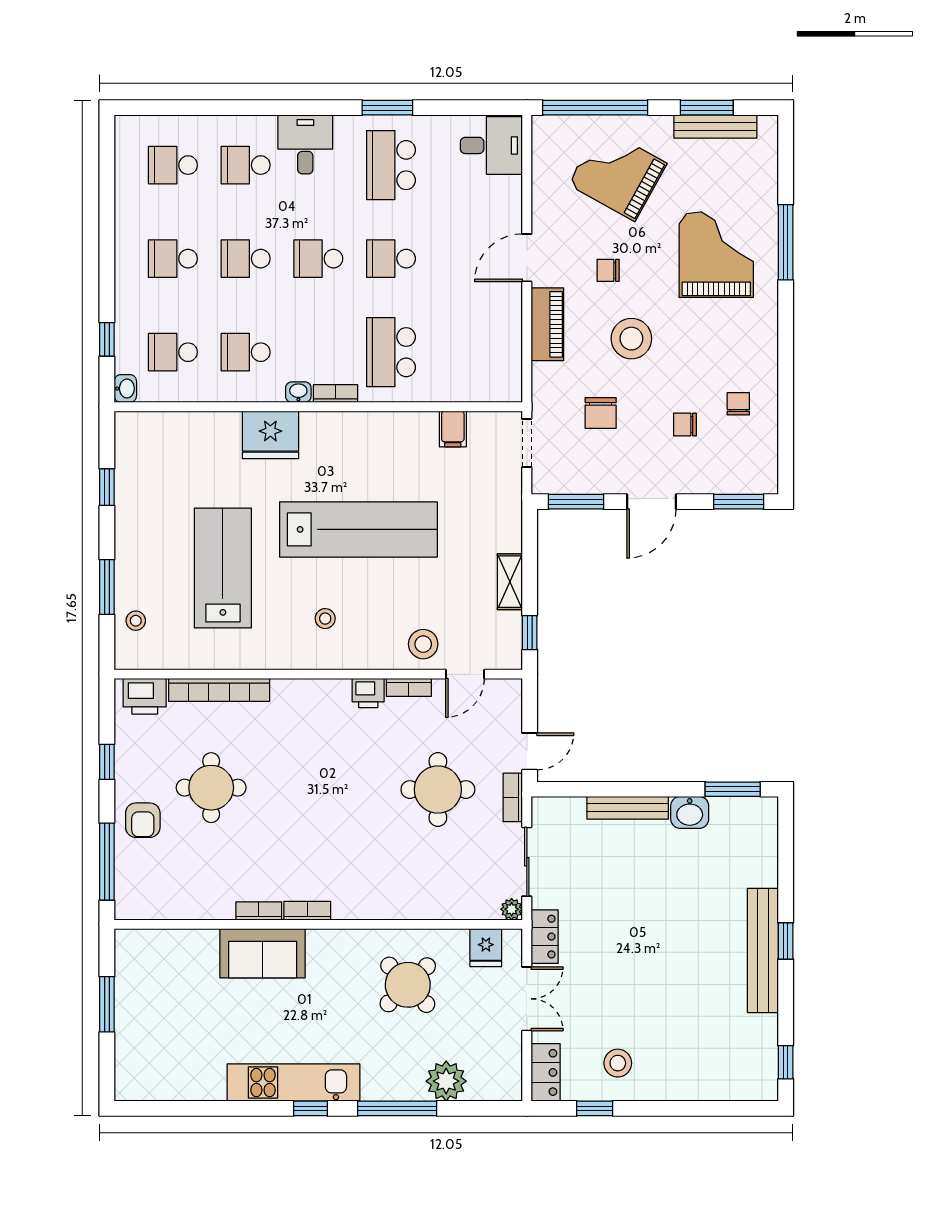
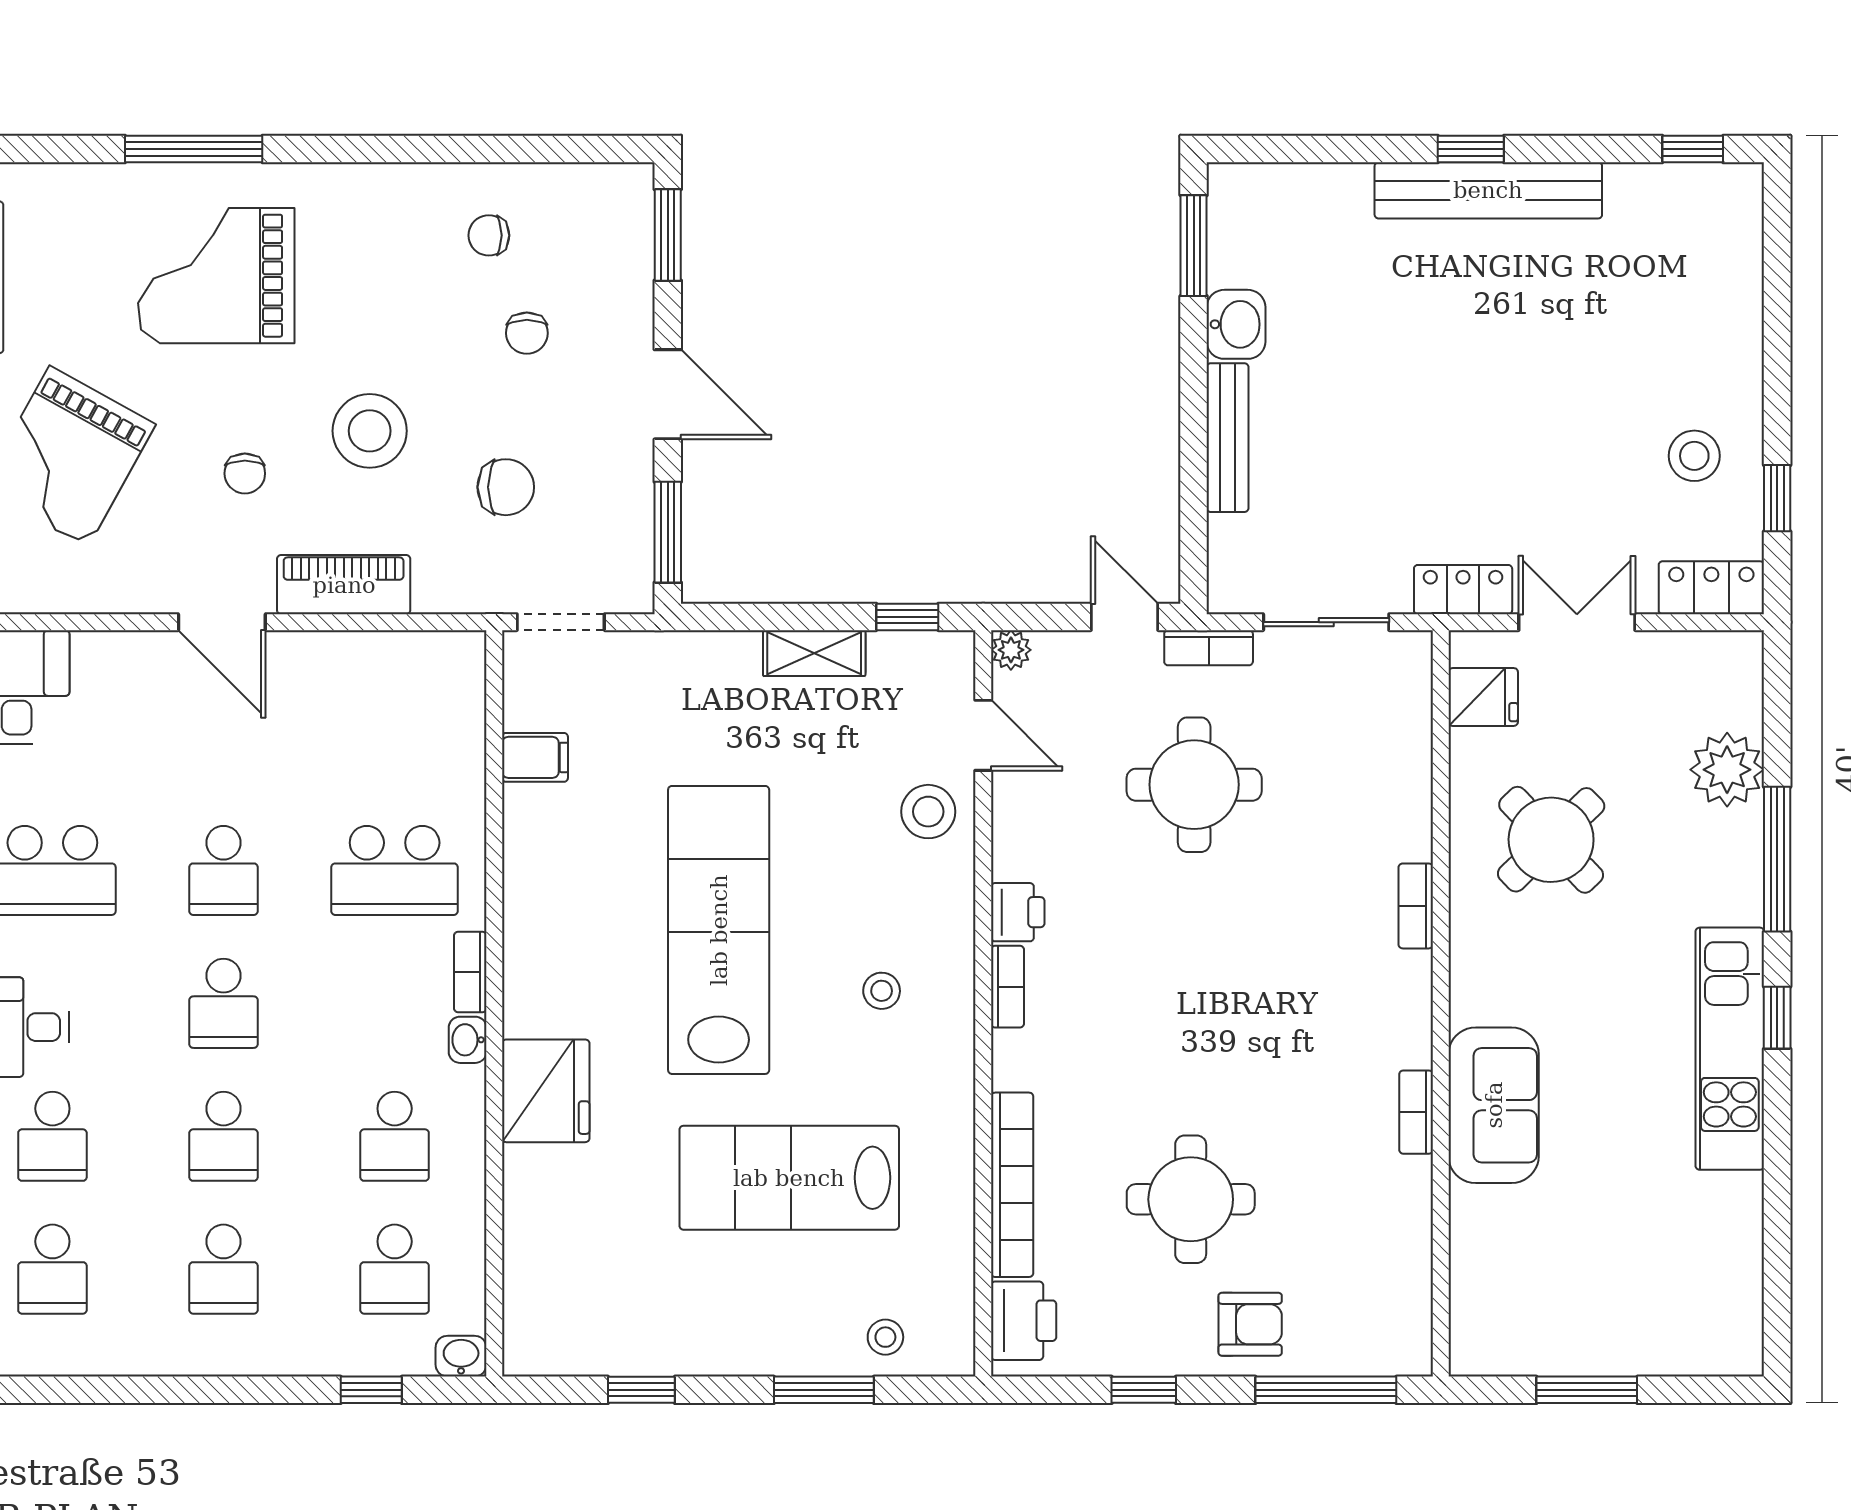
bookcase: (409, 687) -> (1007, 987), moved
plant: (512, 909) -> (1011, 650), moved
bookcase: (307, 911) -> (1416, 906), moved

